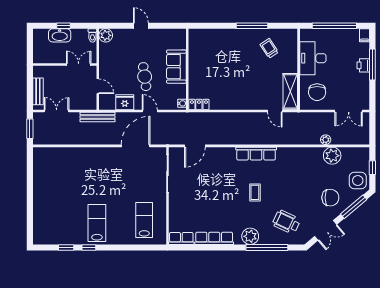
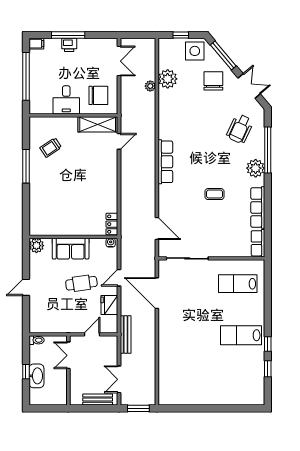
plant: (106, 35) -> (36, 246), moved
desk: (313, 58) -> (66, 100), width x0.73
coffee table: (255, 192) -> (215, 194), moved

